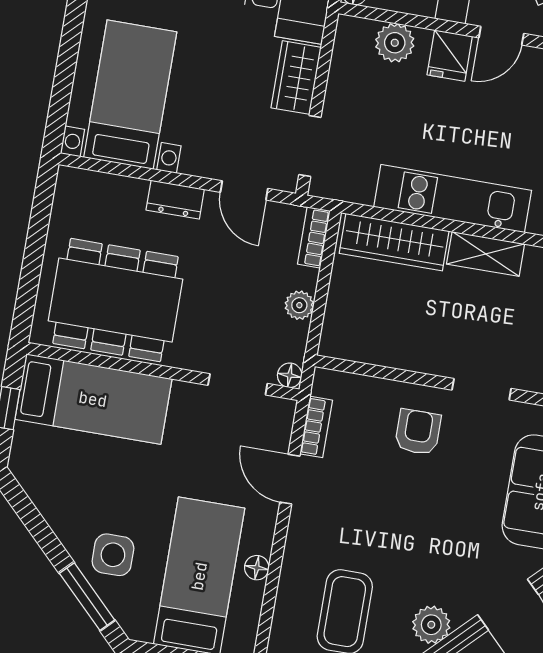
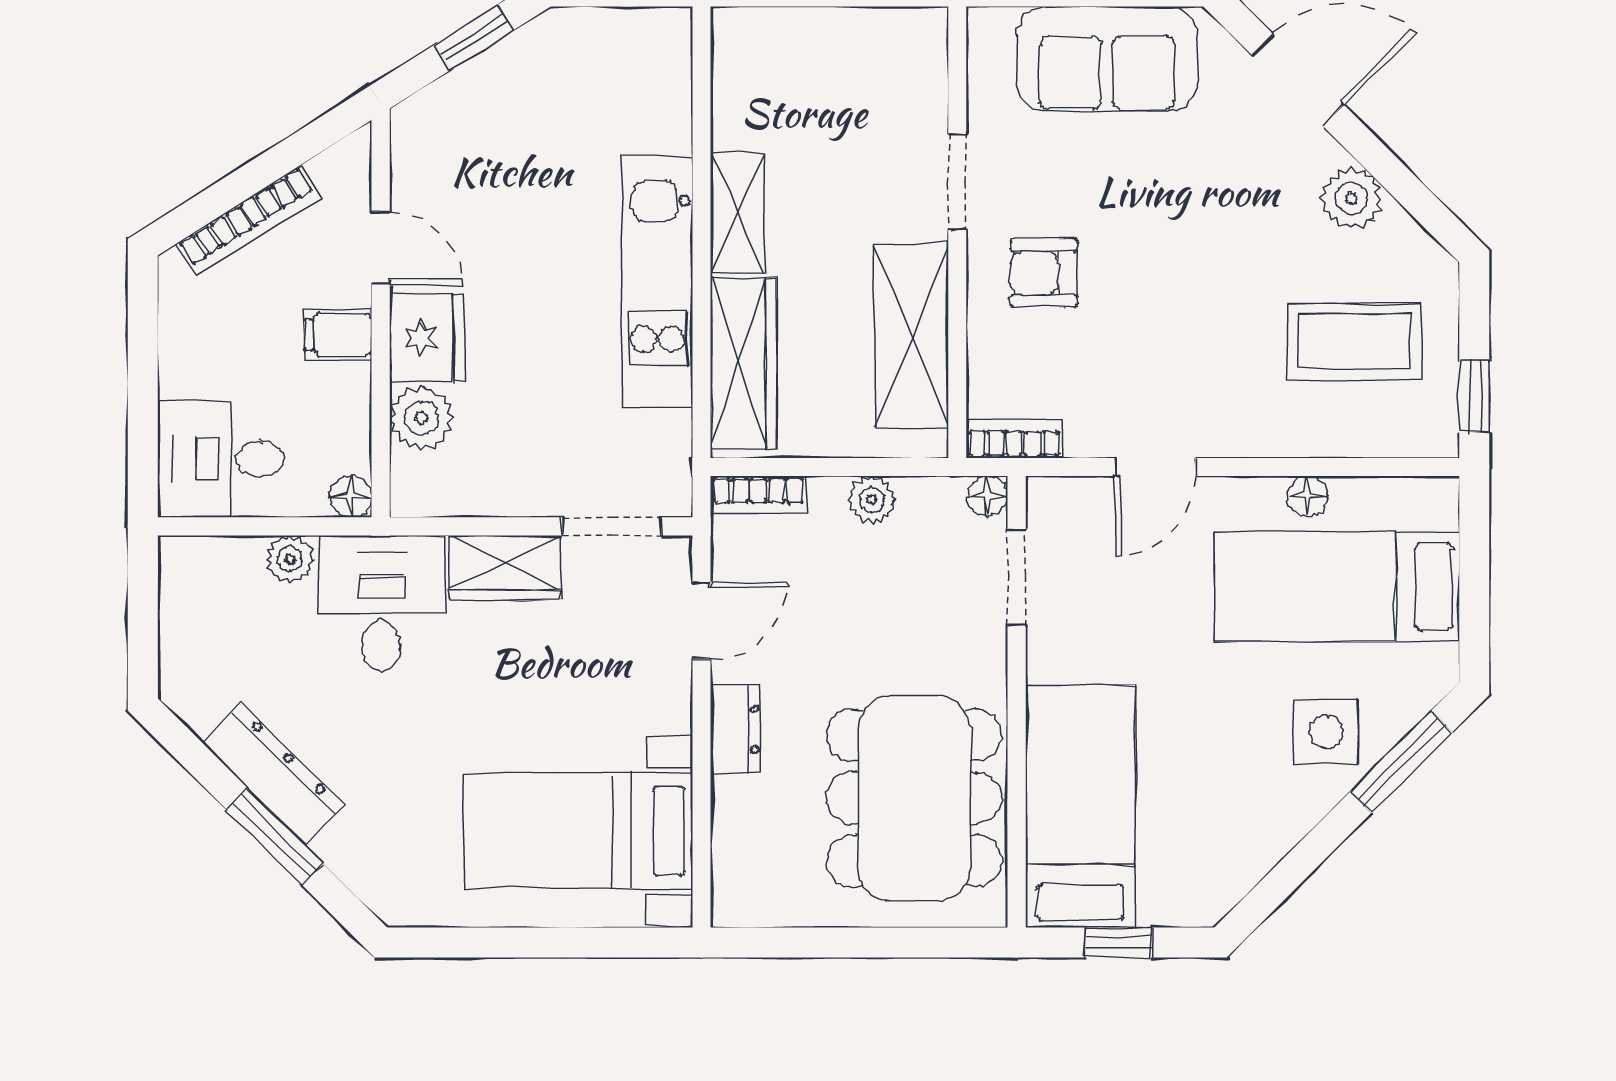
fridge: (450, 56) -> (427, 338), width x1.38
shelving: (394, 346) -> (912, 336), added
bookcase: (316, 427) -> (1014, 439), moved

